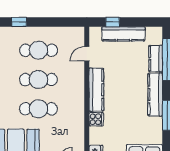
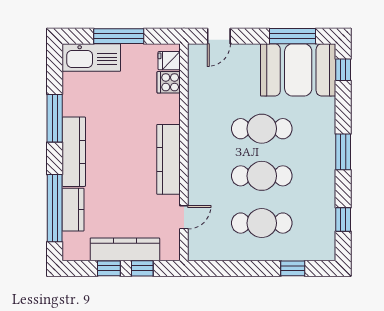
window: (133, 22) -> (109, 268), added
cooker: (96, 119) -> (169, 82), moved

